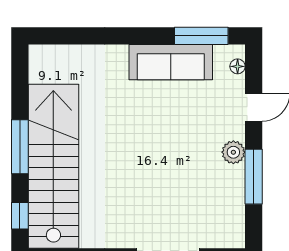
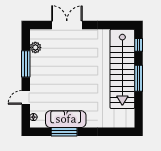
window: (201, 36) -> (64, 132), moved
plant: (233, 152) -> (35, 47), moved

